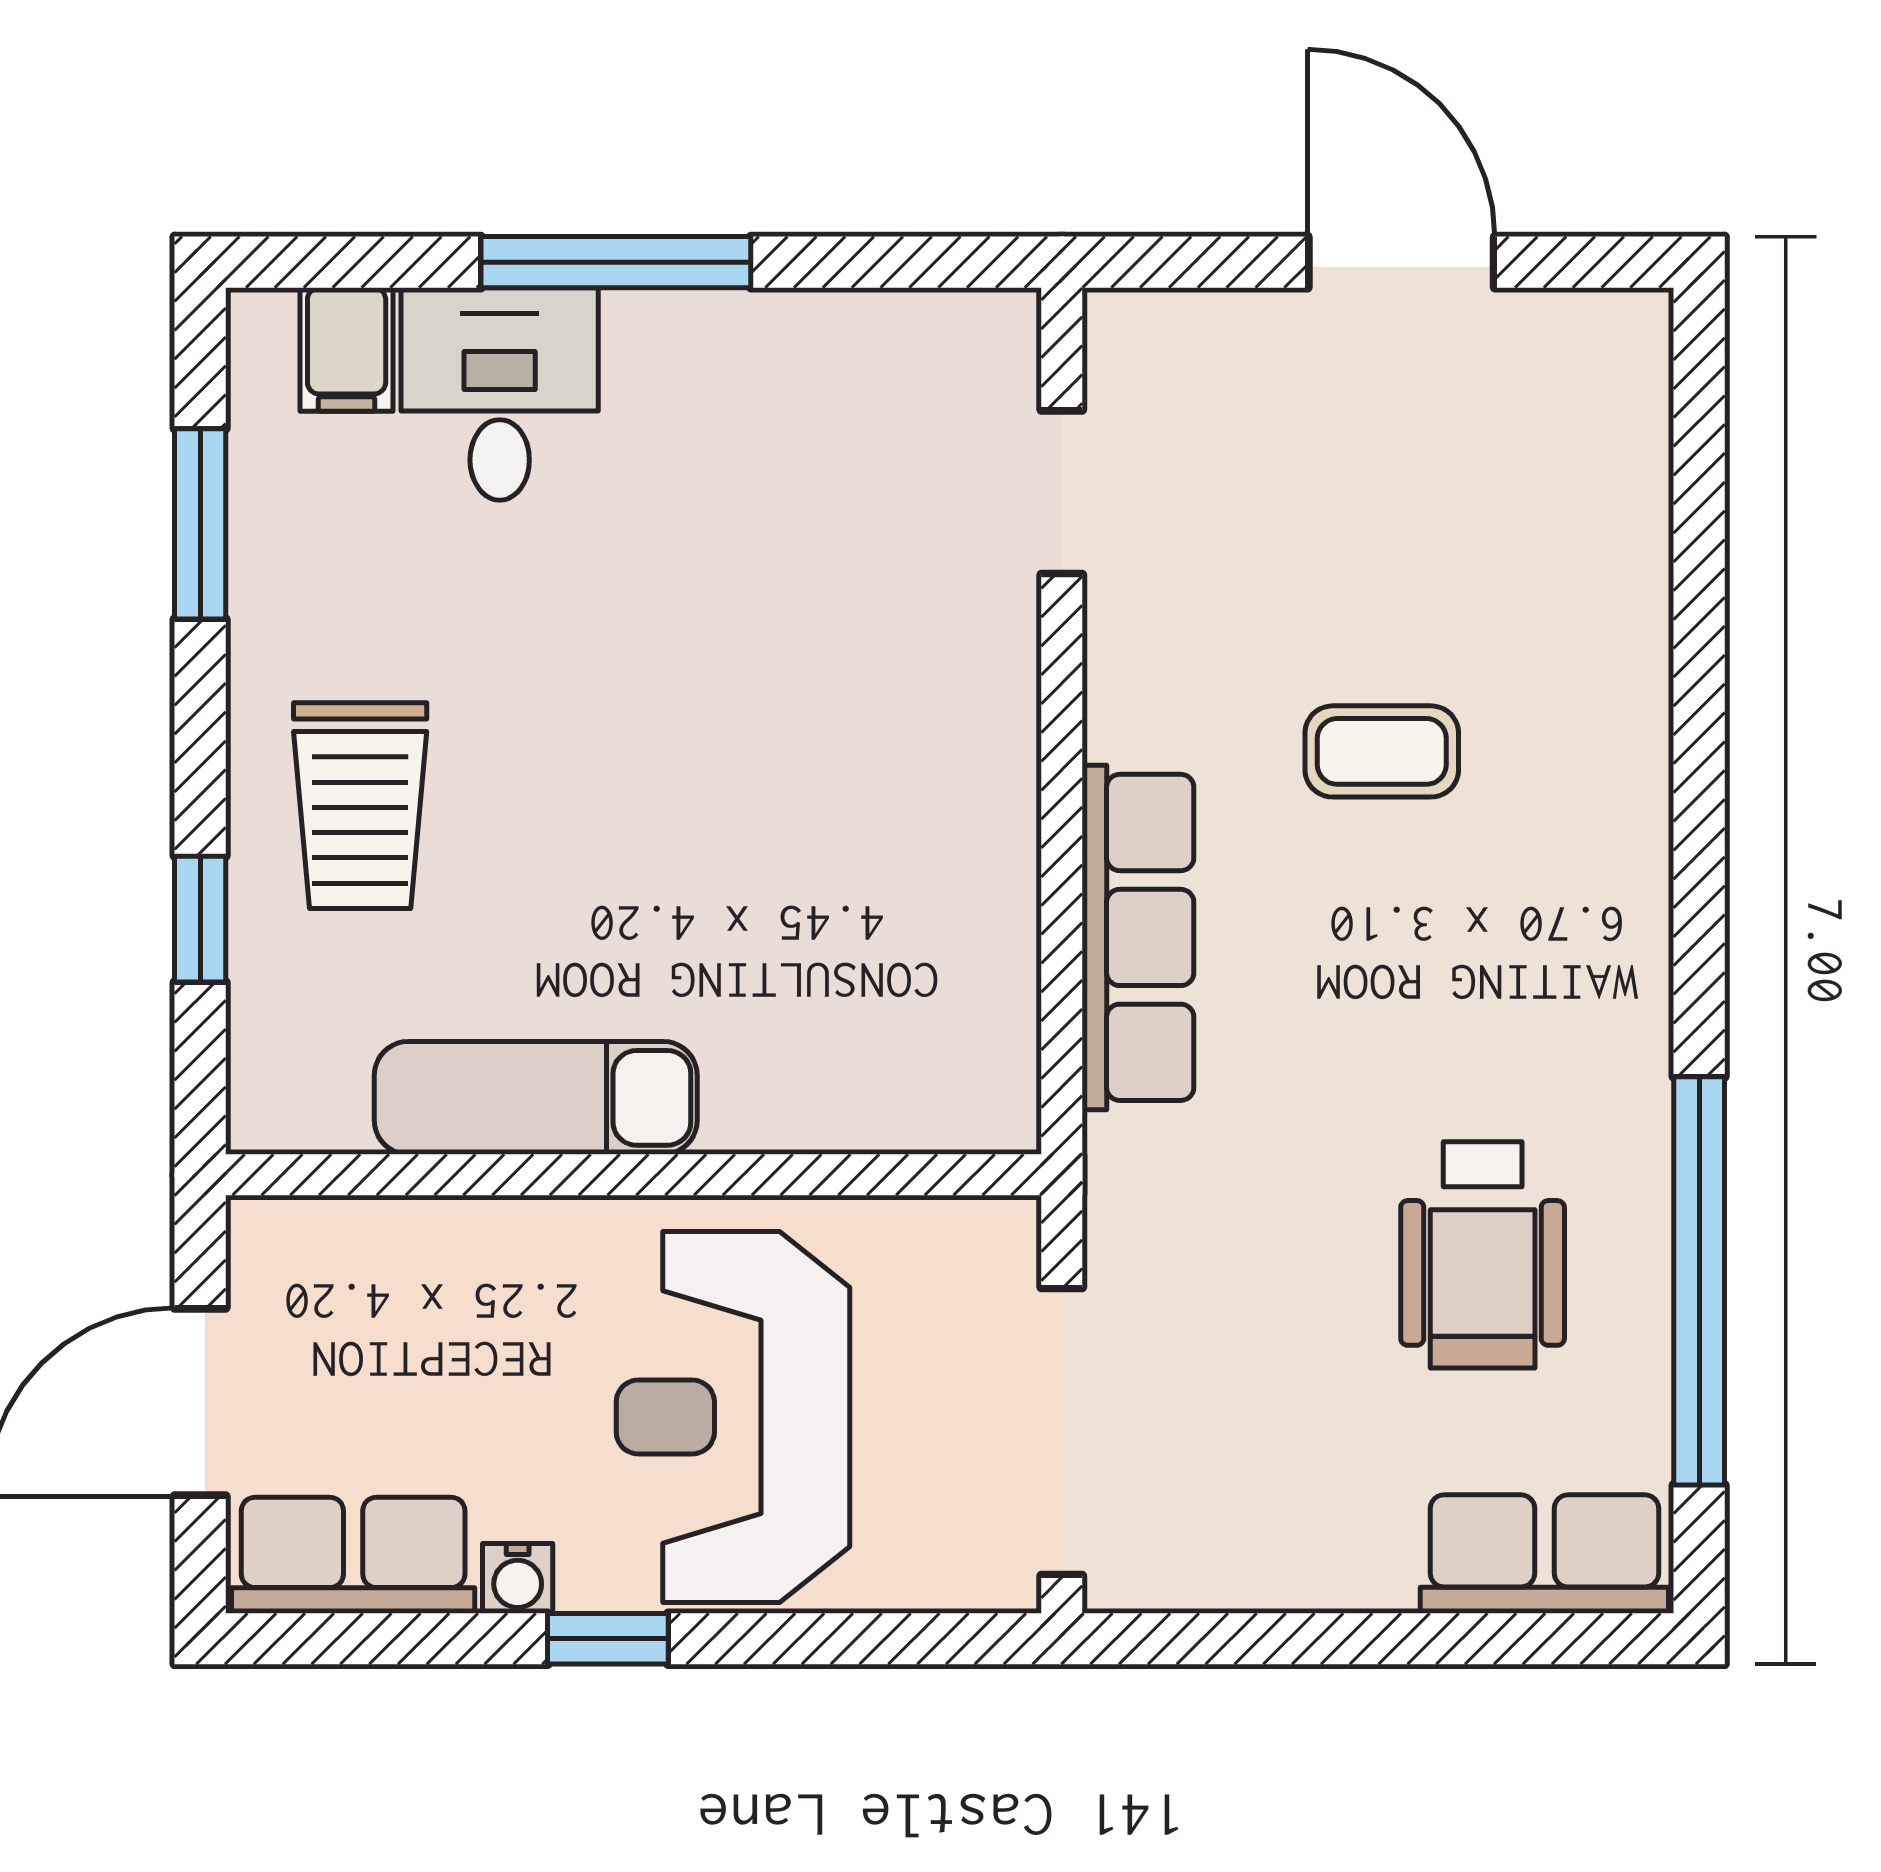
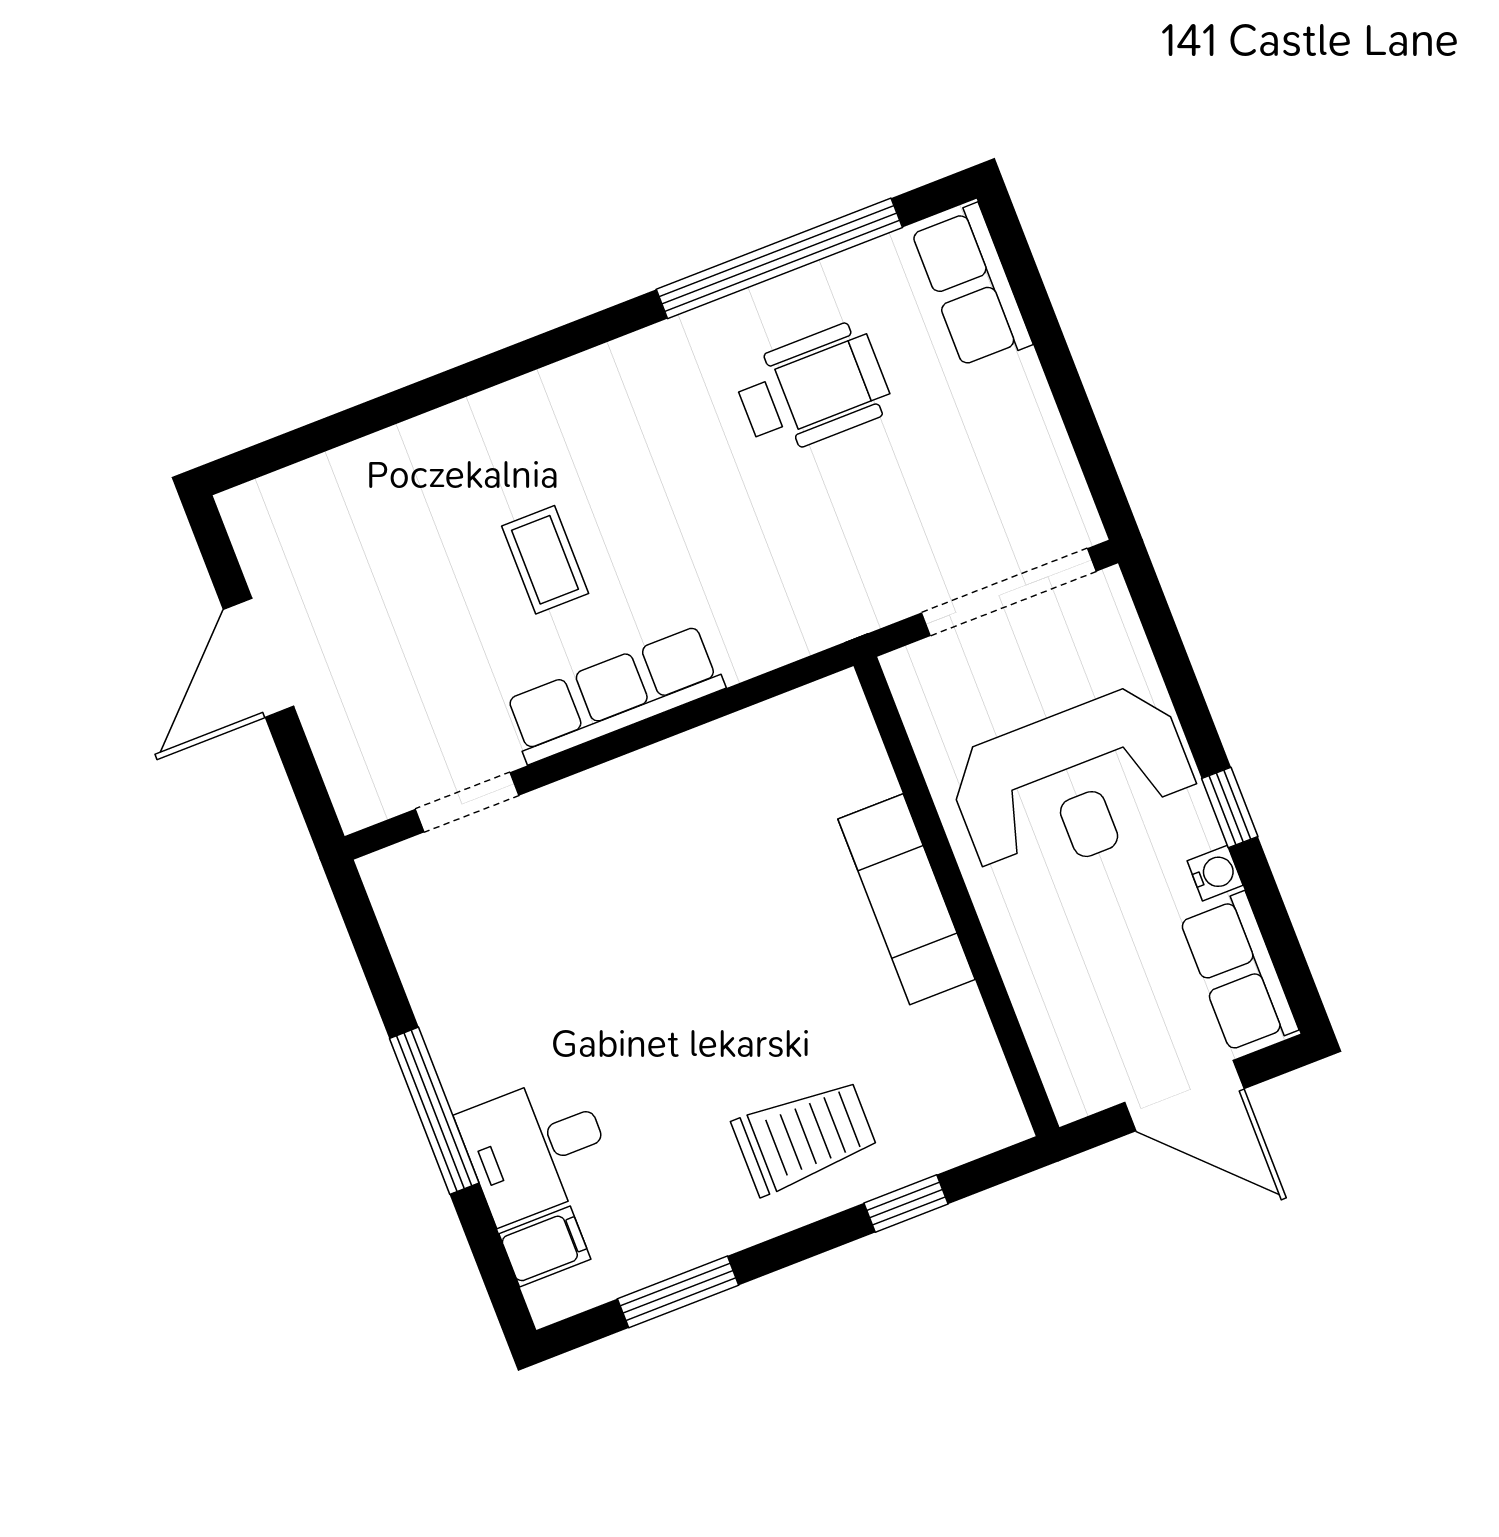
row of seats: (1138, 937) -> (614, 695), moved
exam couch: (536, 1098) -> (906, 899), moved

